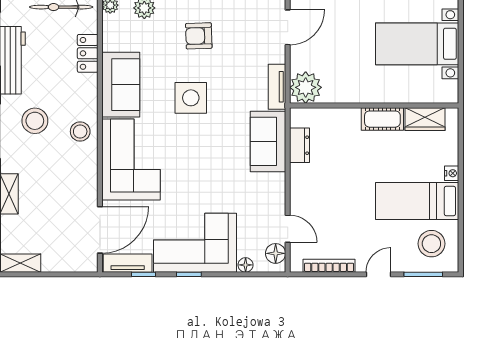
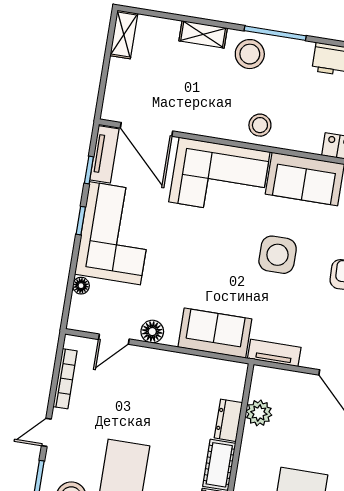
plant: (306, 87) -> (259, 413), moved, width x0.73, depth x0.73
stool: (35, 121) -> (250, 54), moved
dresser: (299, 145) -> (228, 420), moved, turned 90
floor lamp: (276, 253) -> (152, 332), moved
door: (378, 274) -> (46, 432), swing flipped

